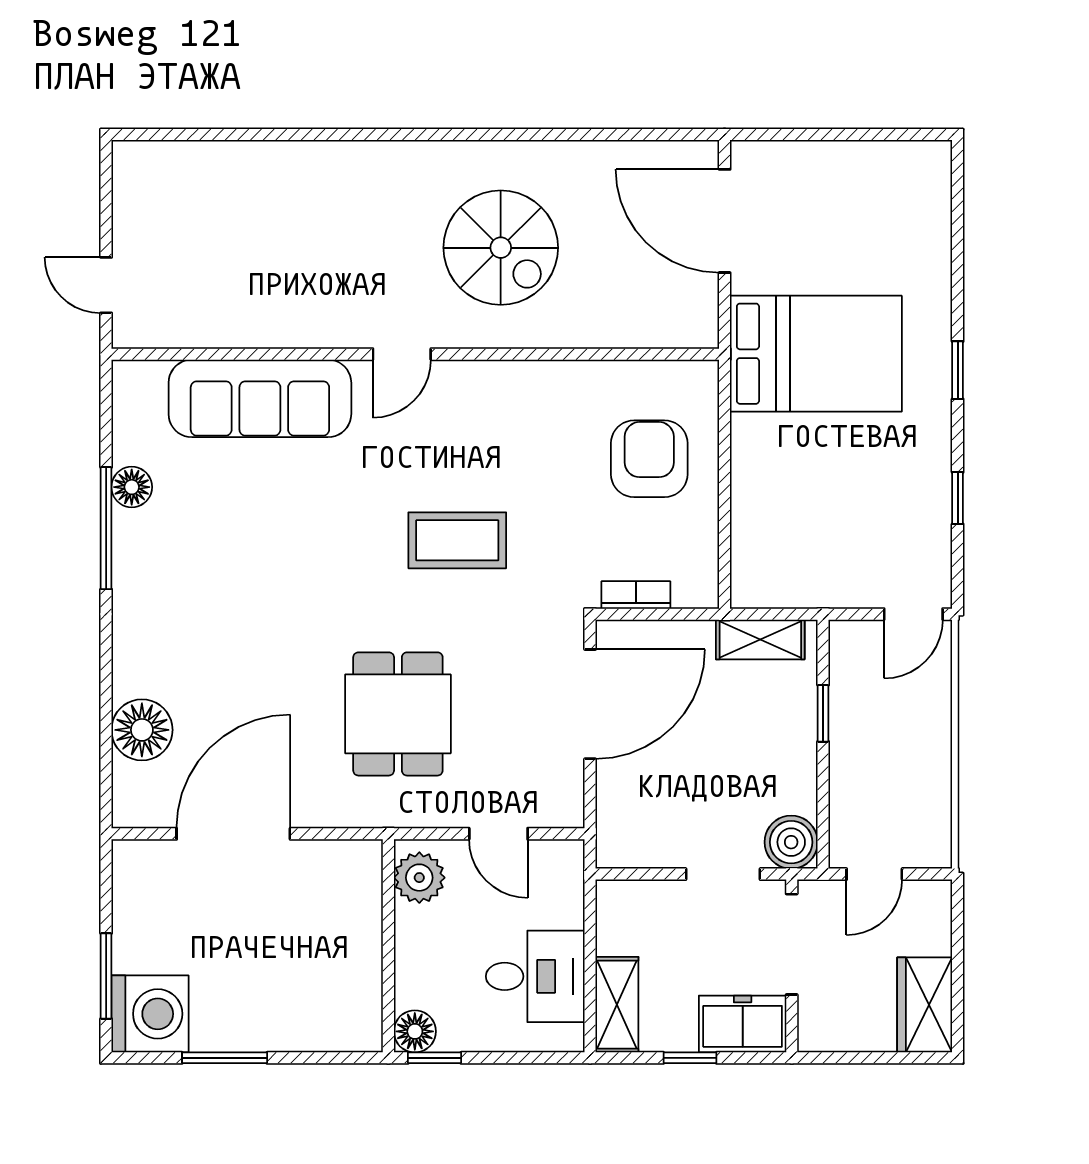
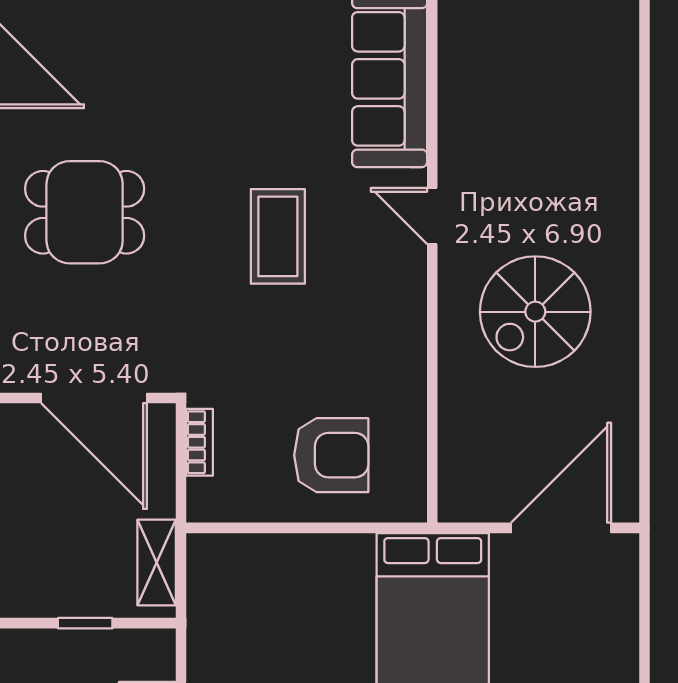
coffee table: (457, 540) -> (278, 236), moved

